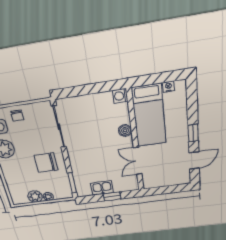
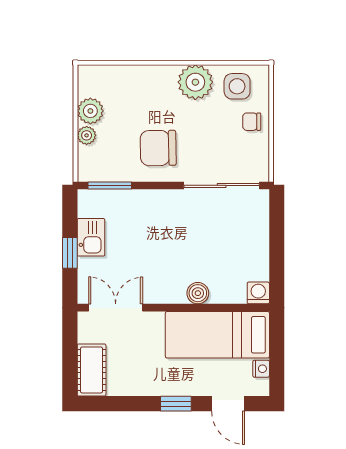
door: (194, 160) -> (228, 404), moved
double door: (138, 161) -> (116, 308), moved
chair: (46, 163) -> (158, 148), turned -91
cot: (175, 179) -> (92, 370), added

